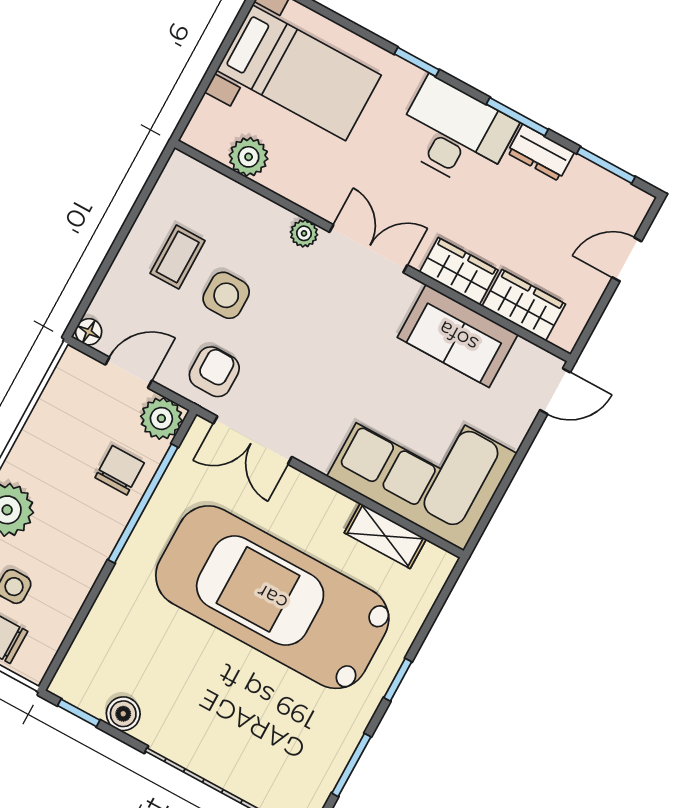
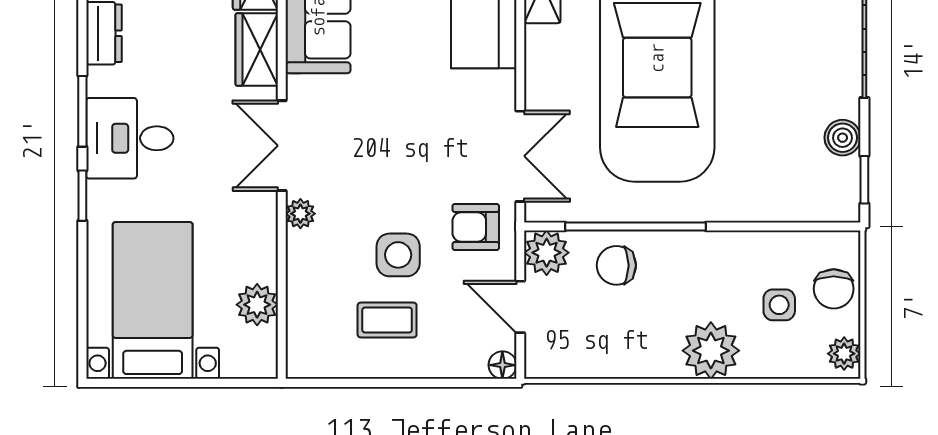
window: (517, 117) -> (82, 111), moved
desk: (455, 133) -> (130, 138), width x0.73

